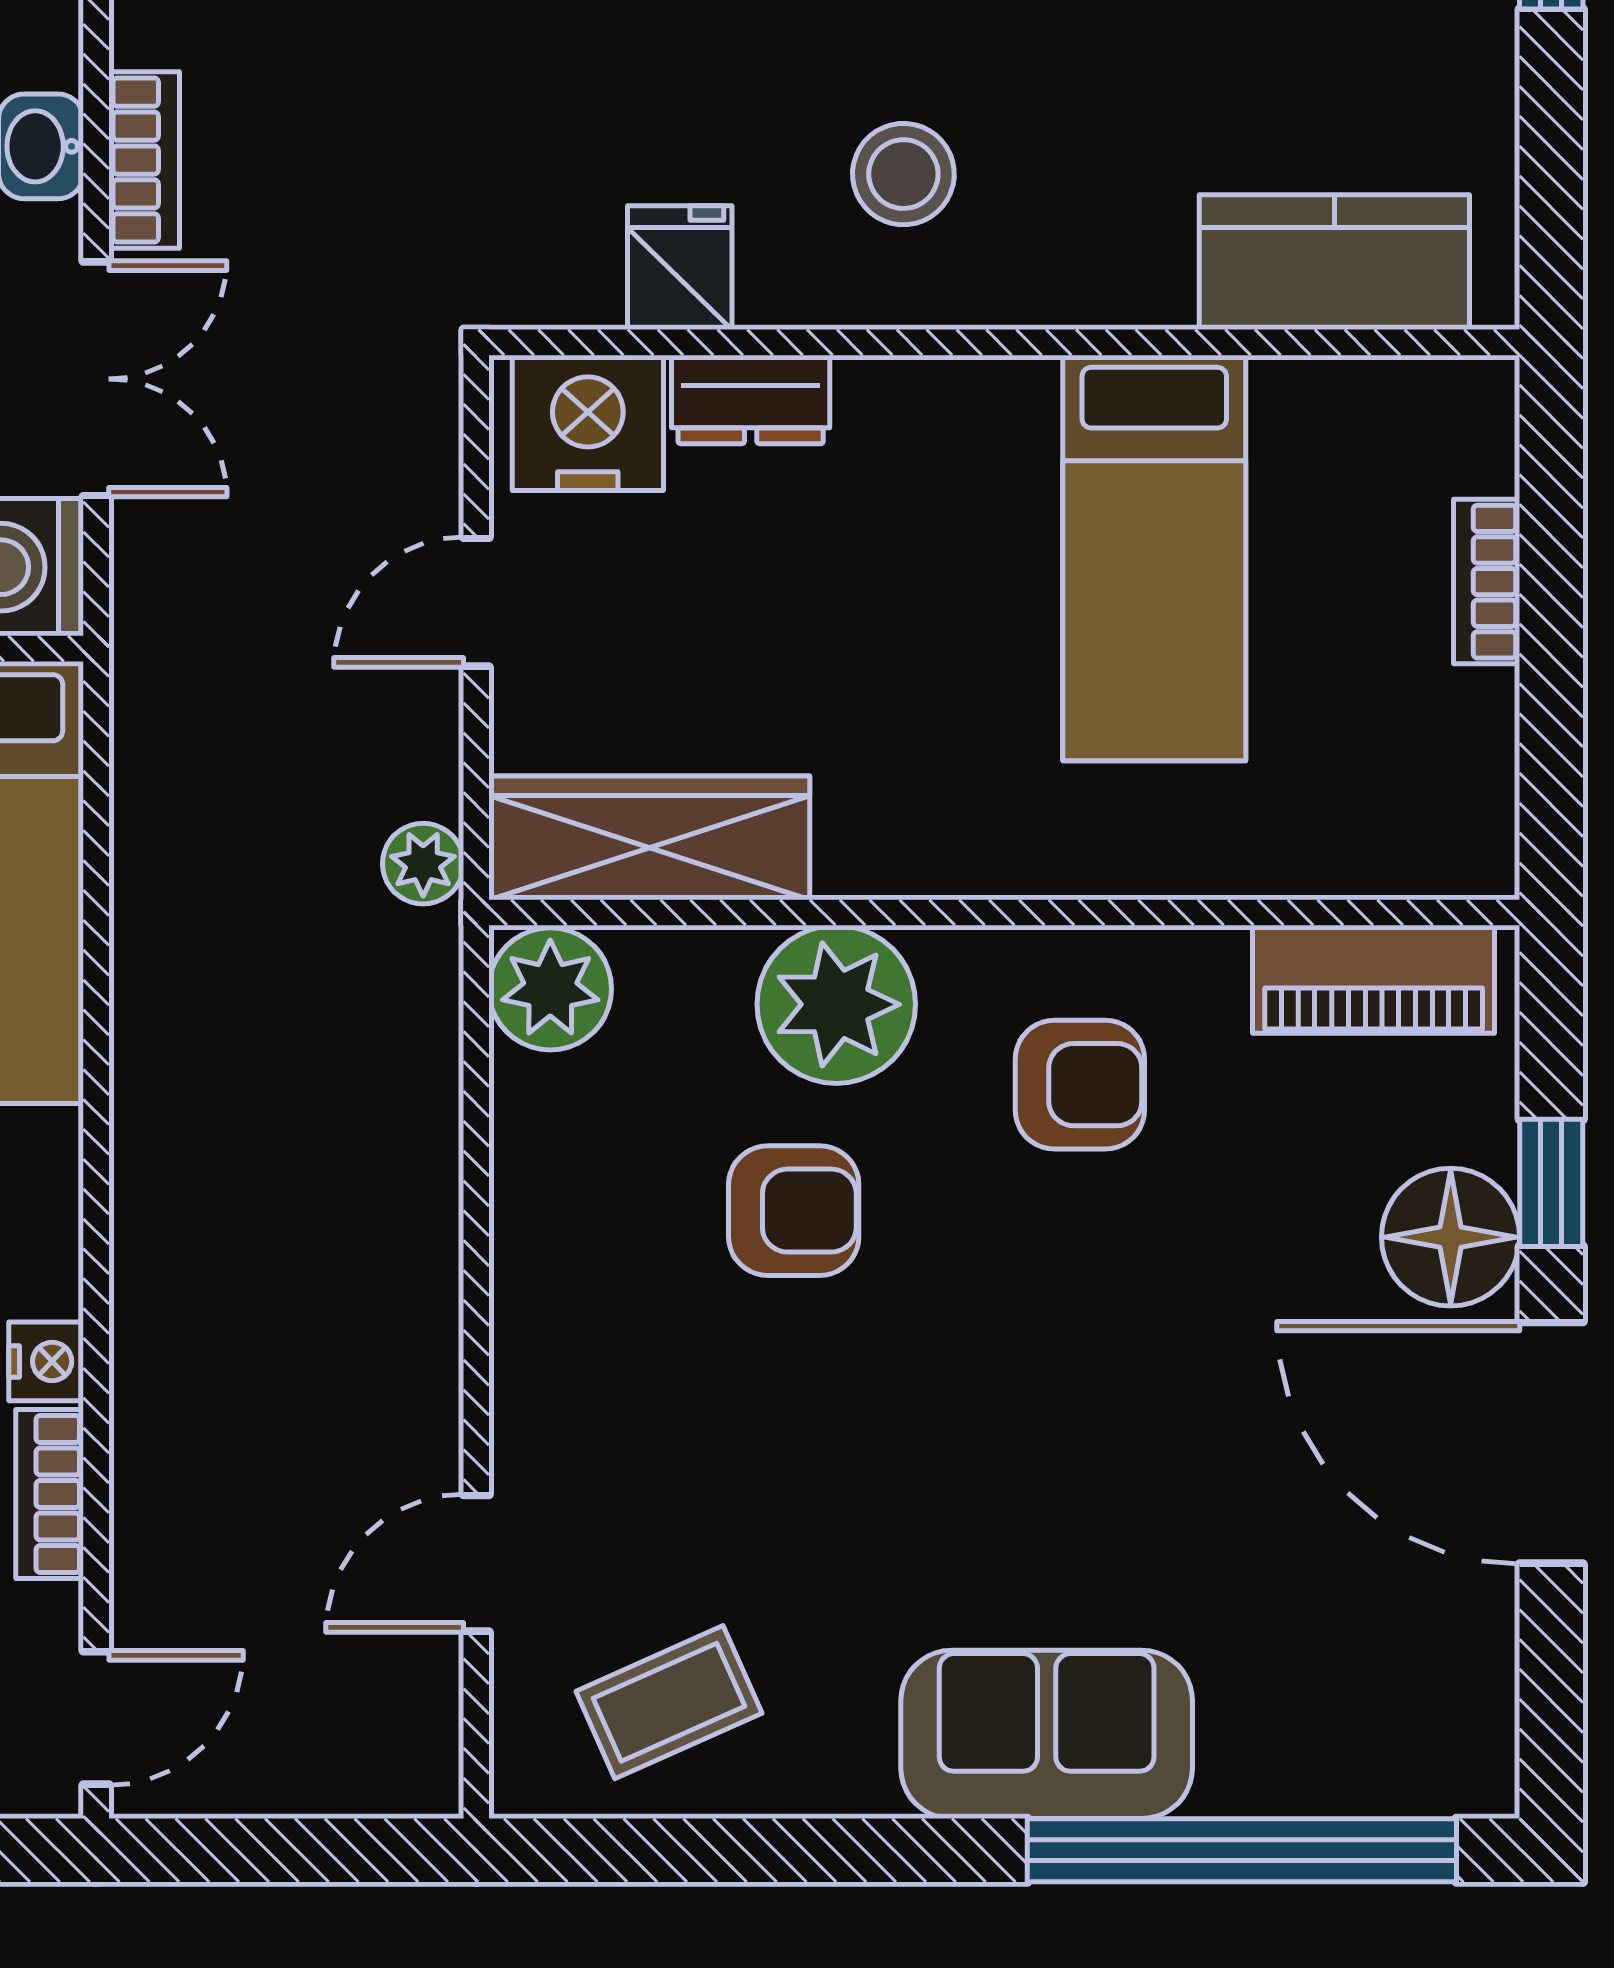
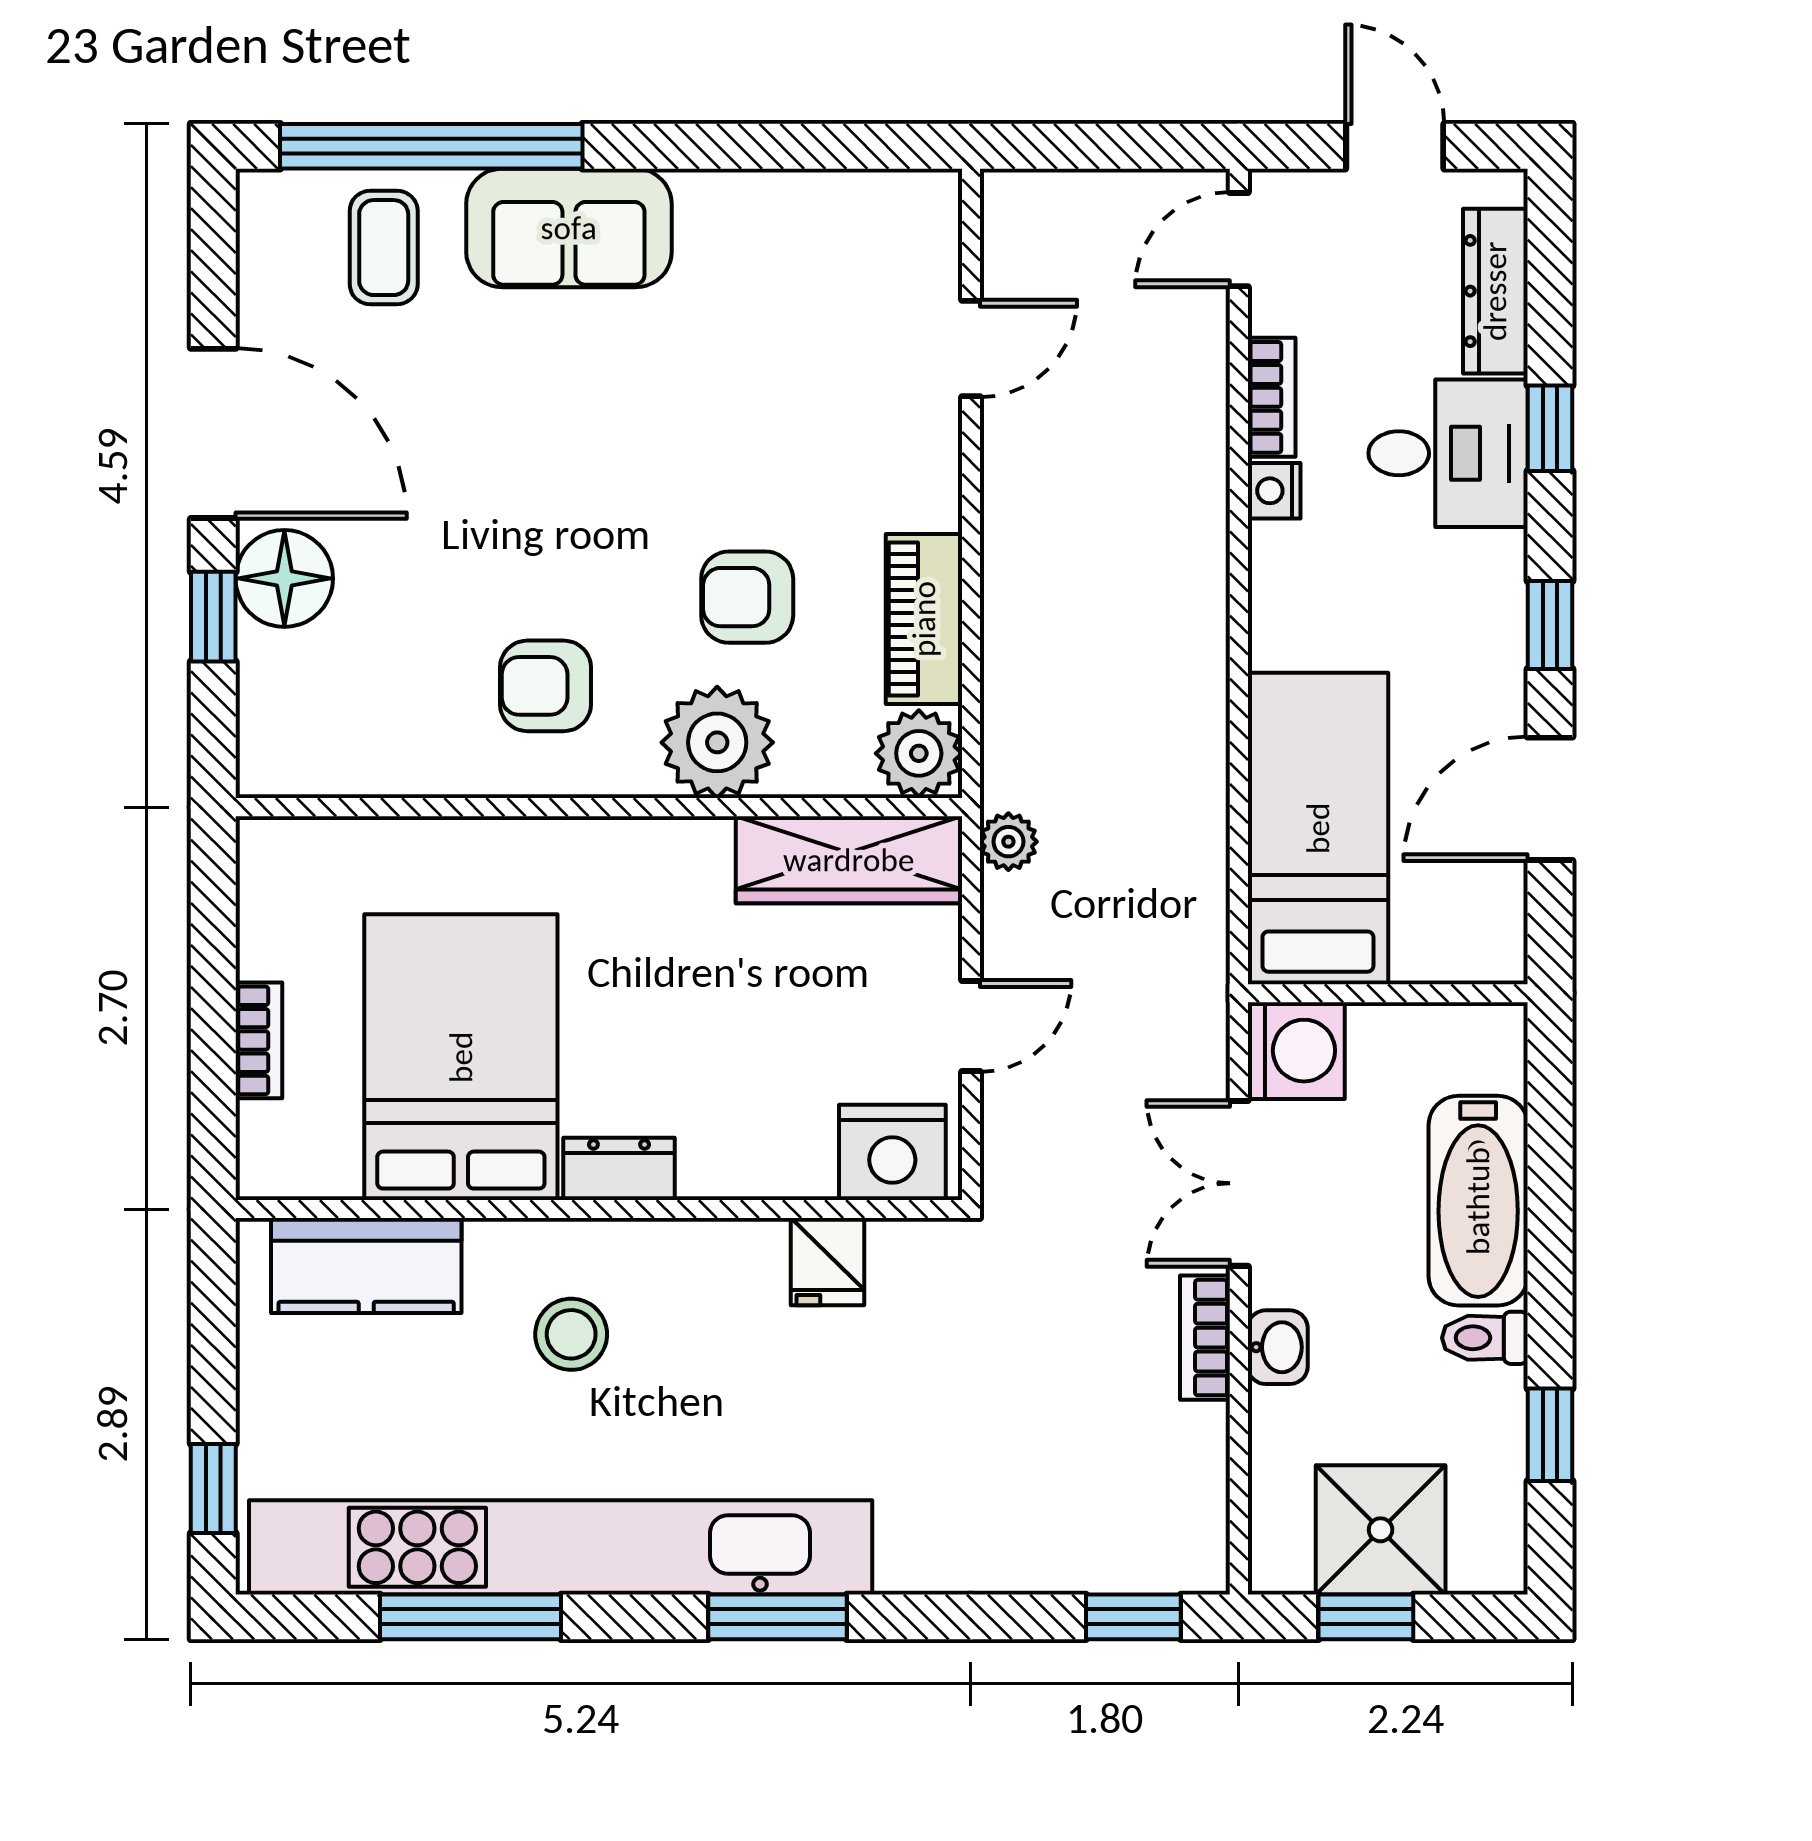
stool: (903, 174) -> (571, 1334), moved
dresser: (751, 399) -> (619, 1169), moved
bed: (1154, 558) -> (461, 1057), width x1.50
piano: (1374, 979) -> (924, 619), moved, turned -90
coffee table: (669, 1702) -> (384, 248), moved, turned -66

